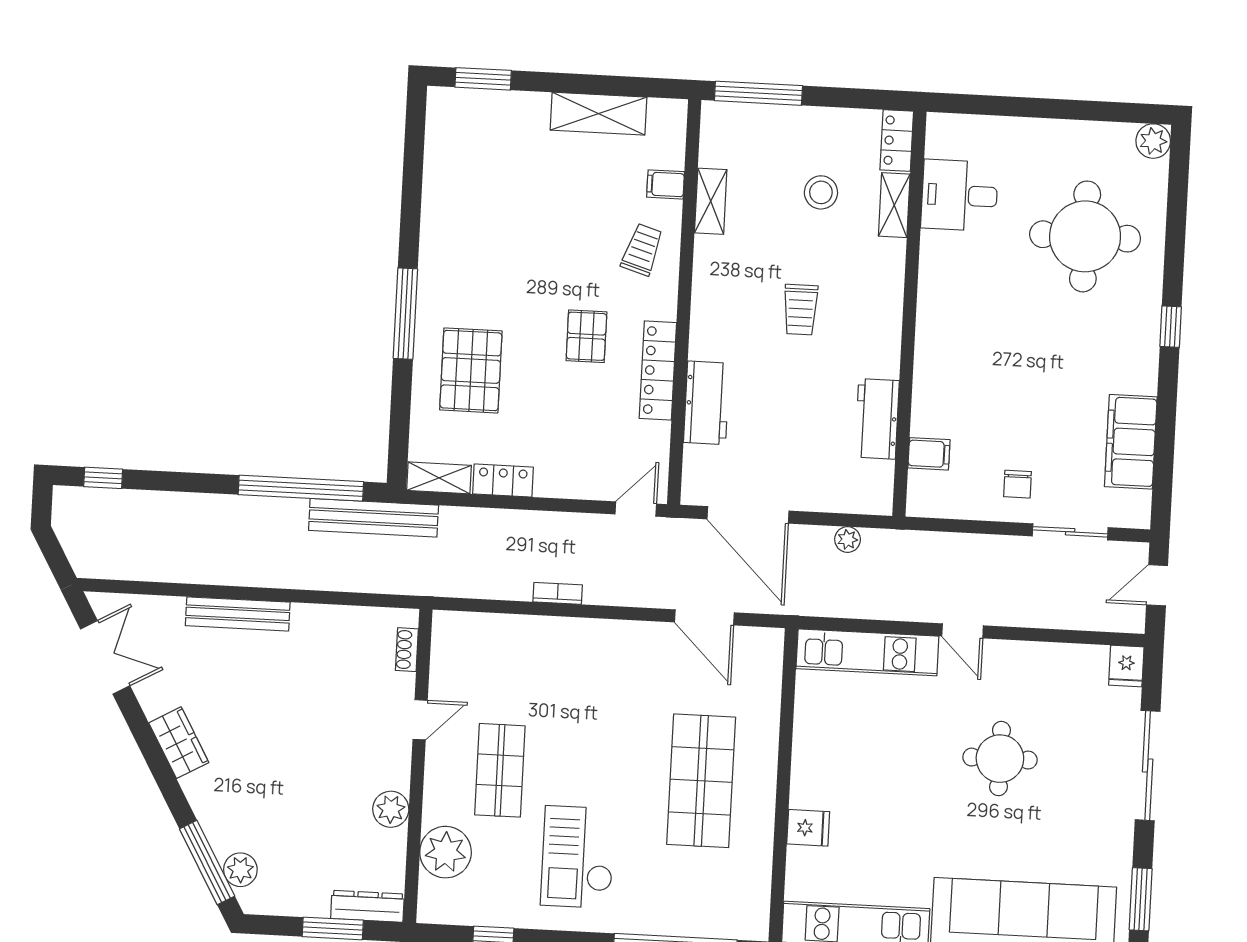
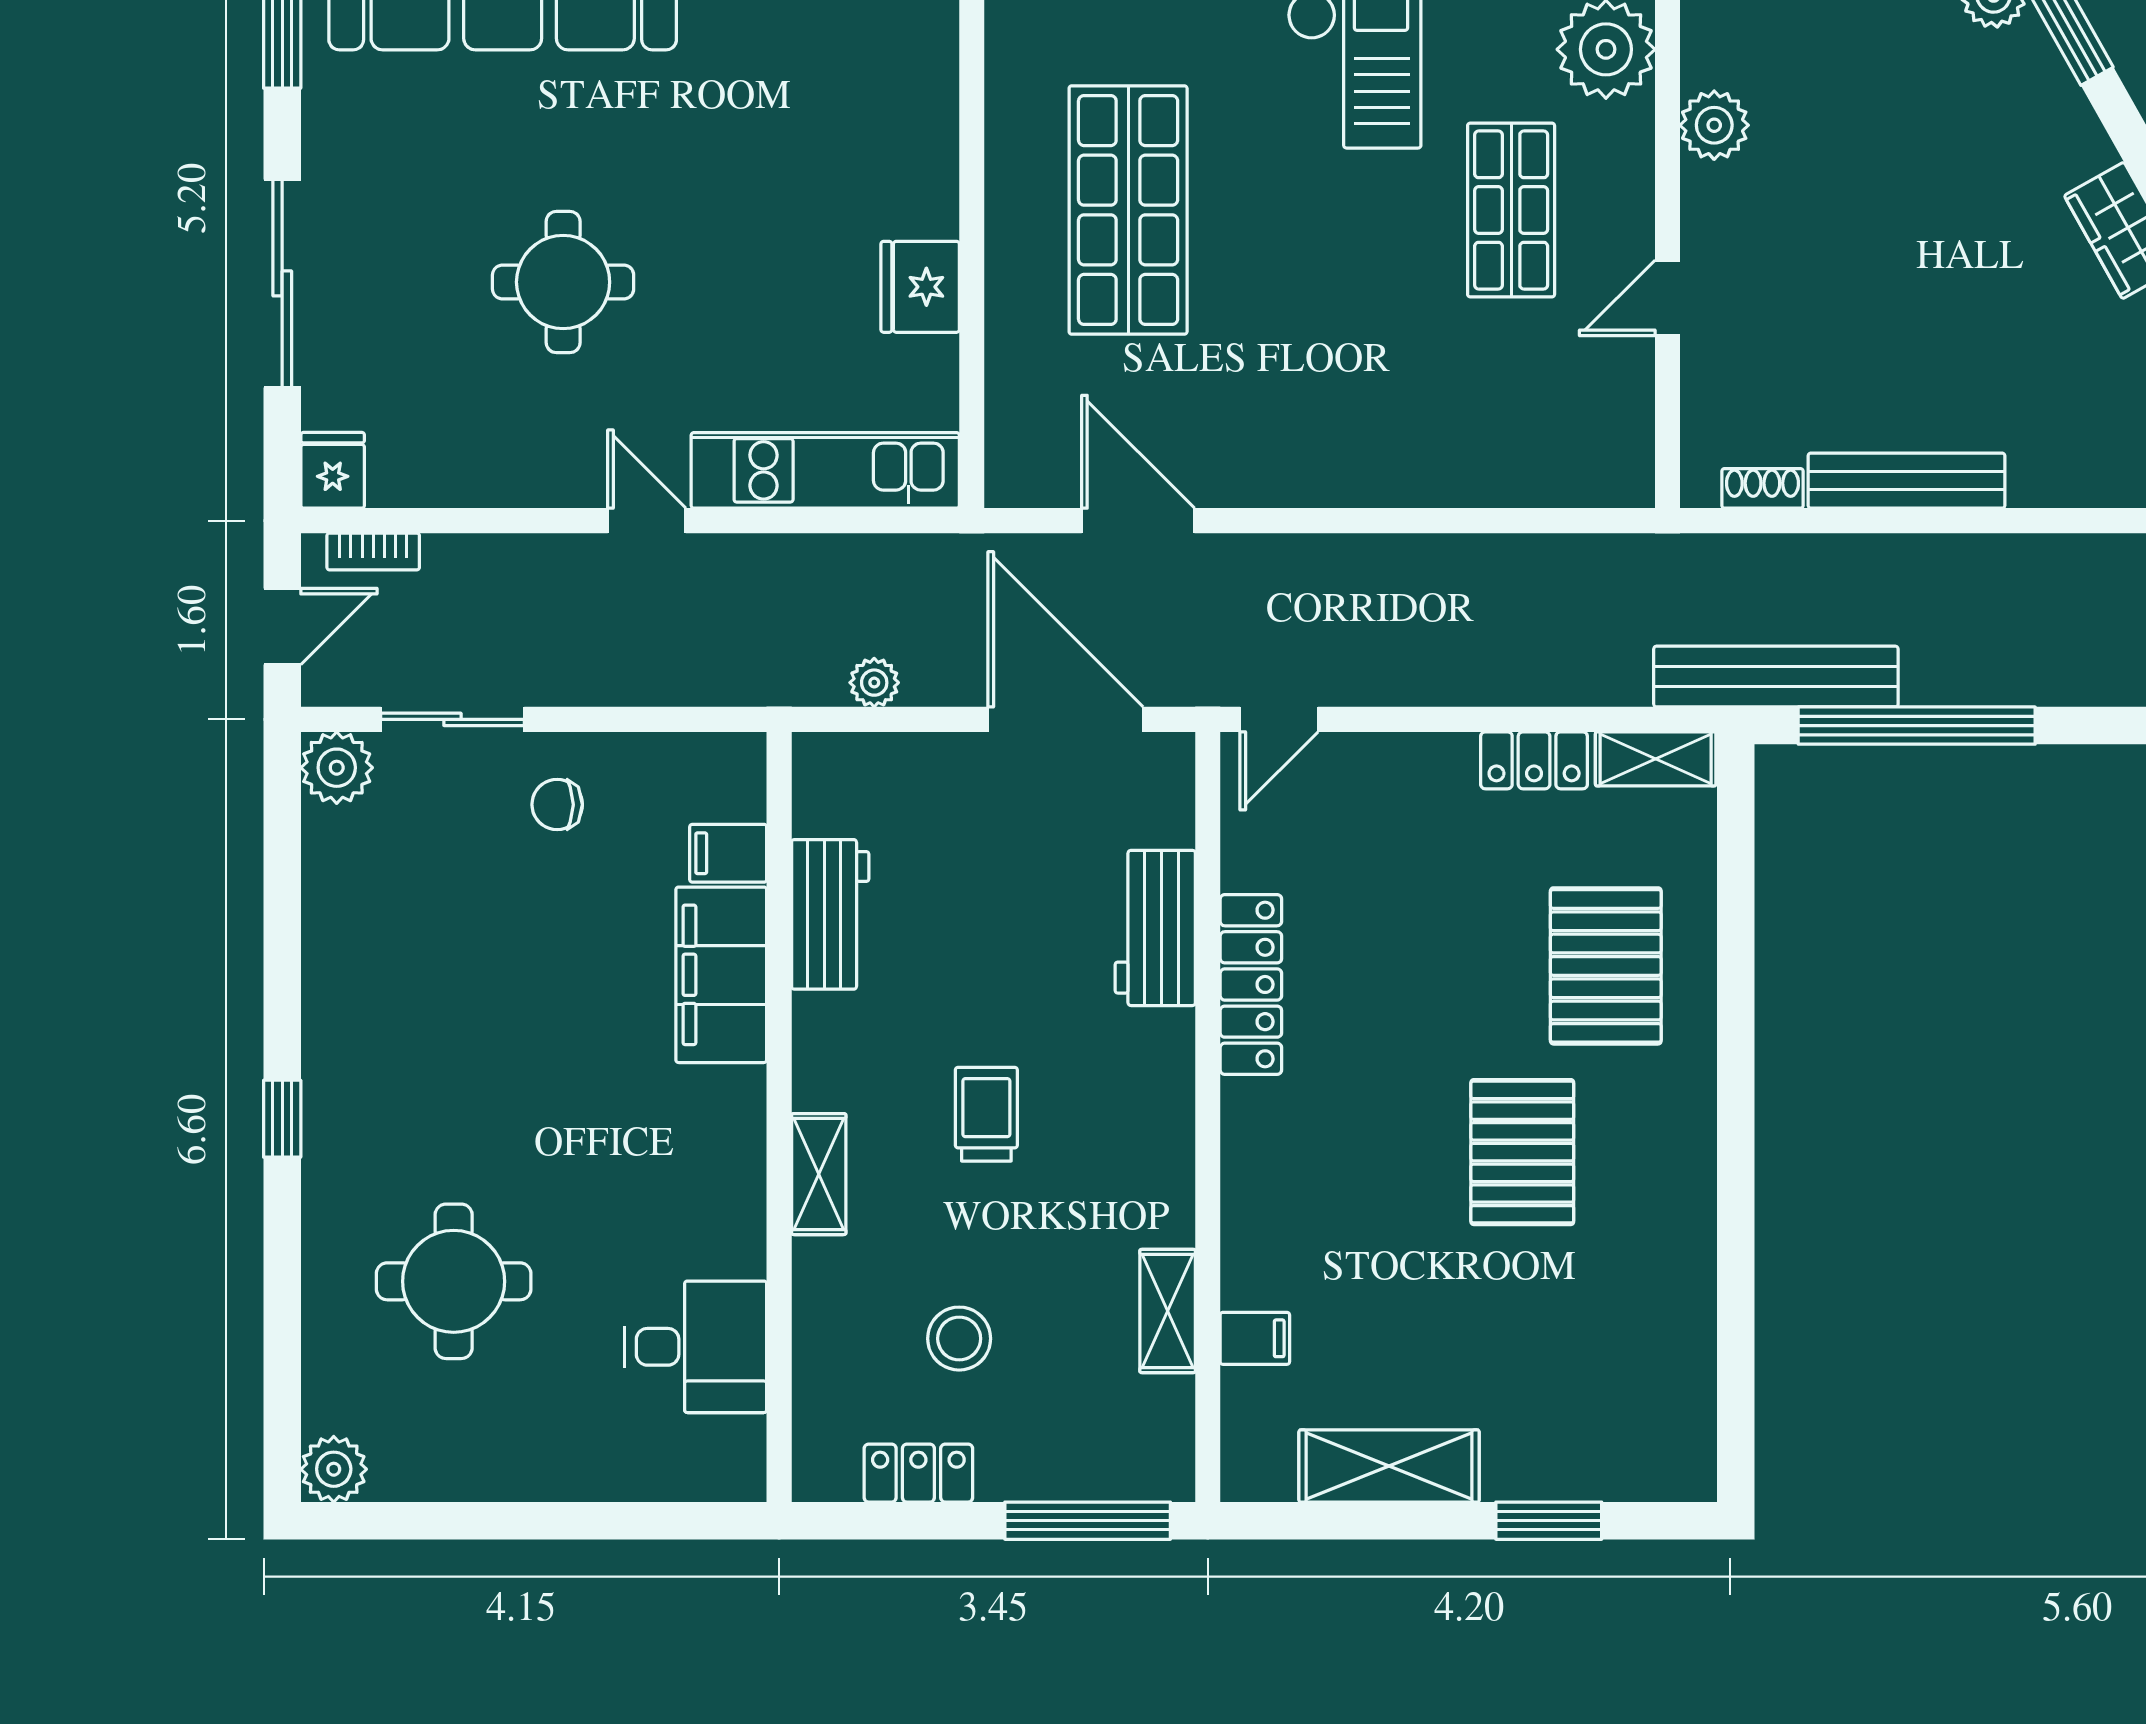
window: (483, 79) -> (1549, 1521), moved
locker: (897, 141) -> (918, 1473), moved, turned -90
shelving: (894, 205) -> (819, 1174), moved
round table: (1085, 236) -> (454, 1281), width x0.73, depth x0.73
trolley: (642, 250) -> (1293, 1212), removed
window: (405, 314) -> (1736, 1067), removed
pallet: (586, 336) -> (1522, 1152), moved, width x1.50, depth x1.42
filing cabinet: (1131, 442) -> (721, 975), moved, turned 180
chair: (1018, 484) -> (557, 805), turned -90
plant: (1132, 510) -> (337, 768), added
bookcase: (558, 593) -> (373, 552), moved
bench: (238, 614) -> (1906, 481), moved
shoe rack: (407, 650) -> (1762, 488), moved, turned -90
fridge: (808, 828) -> (920, 287), moved, width x1.38

